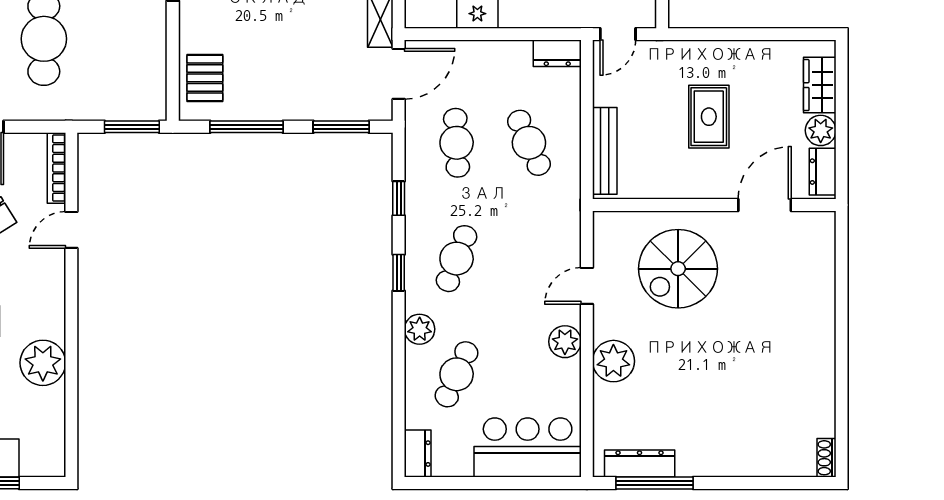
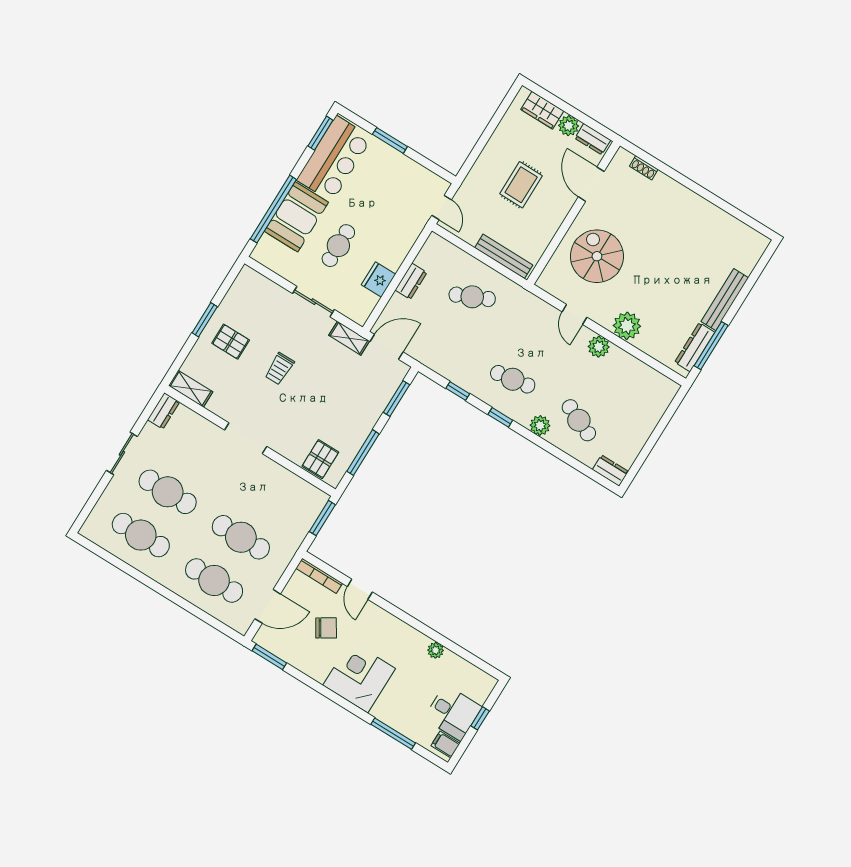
dresser: (557, 53) -> (411, 281), moved
door: (399, 74) -> (387, 347), hinge flipped
pallet: (205, 78) -> (320, 459), turned 90
rug: (709, 117) -> (521, 185), turned 90
cafe table: (457, 143) -> (447, 338), removed
cafe table: (457, 259) -> (513, 379), turned -30
spiral stairs: (678, 269) -> (597, 256), turned 180
plant: (43, 363) -> (436, 650), width x0.53, depth x0.53
bar counter: (528, 447) -> (646, 406), removed
shoe rack: (826, 458) -> (644, 168), moved
bench: (723, 464) -> (725, 300), added

